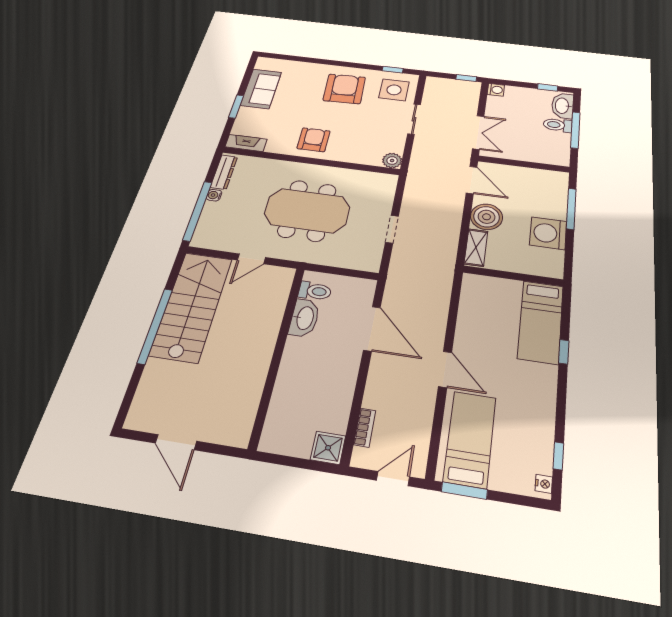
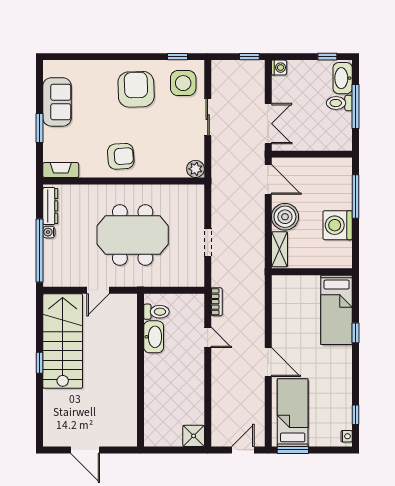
armchair: (314, 140) -> (121, 156), turned 86
window: (155, 326) -> (40, 363), width x0.32
door: (372, 329) -> (208, 337), width x0.53
bookcase: (365, 428) -> (217, 302), moved

